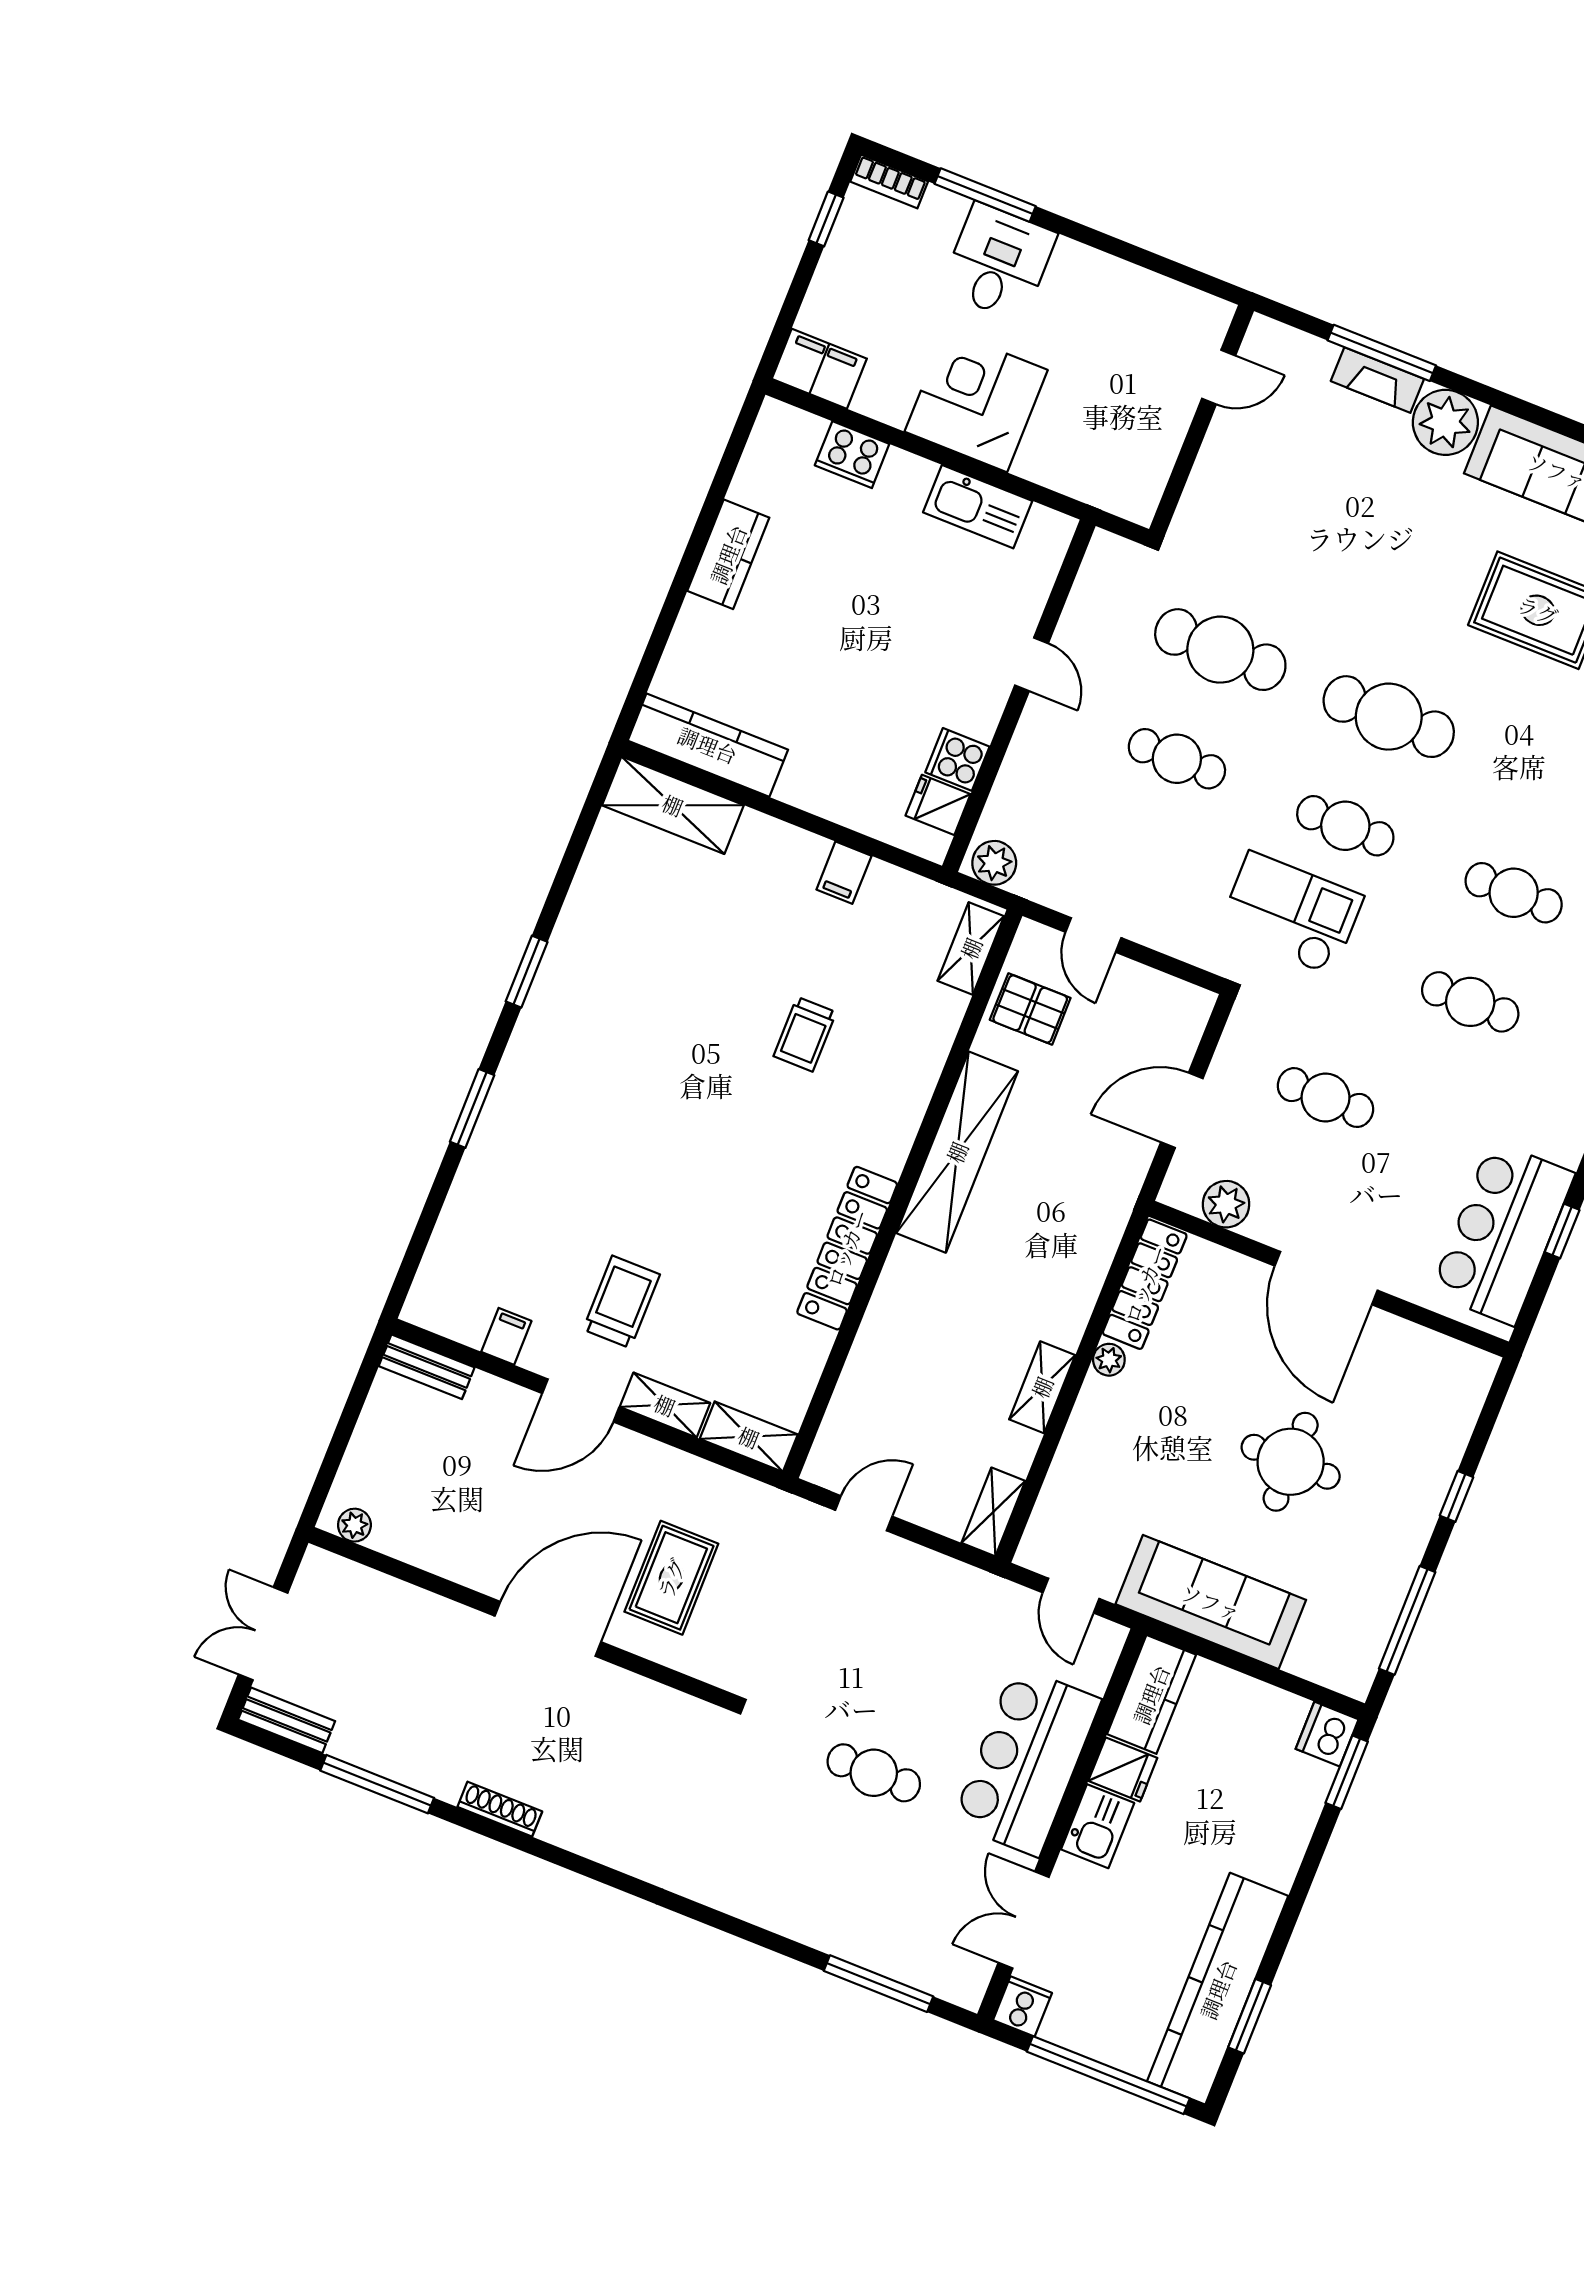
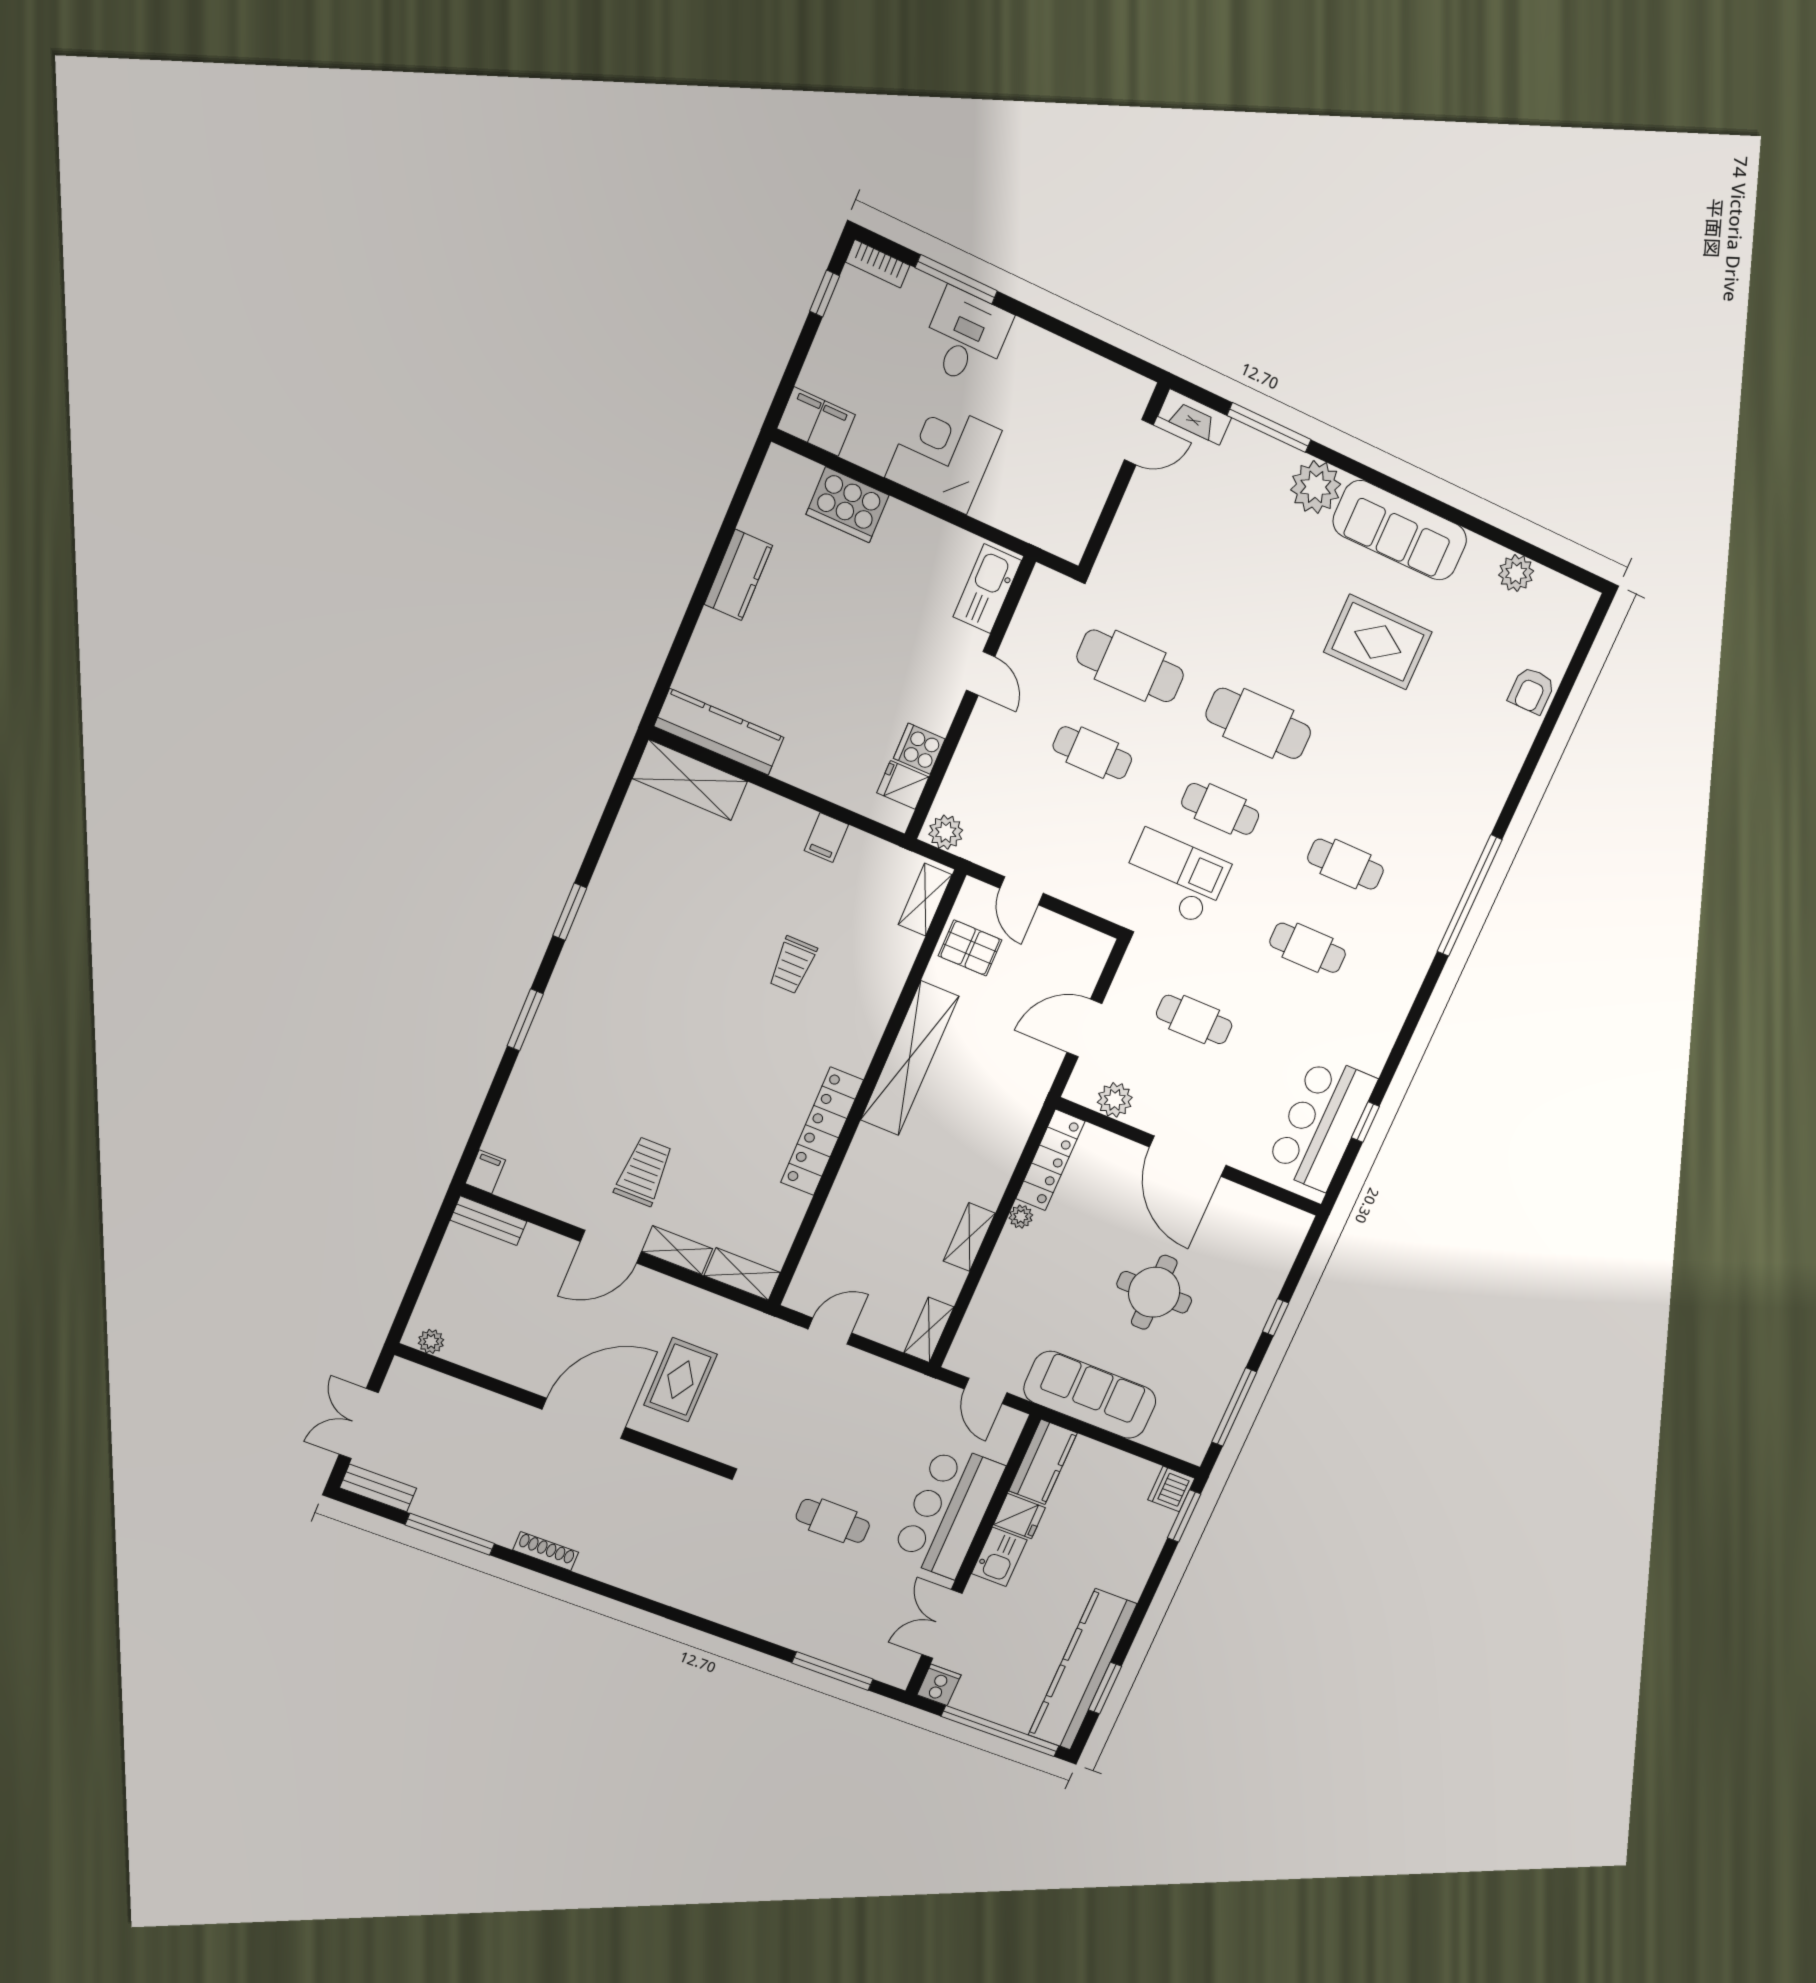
fireplace: (1377, 380) -> (1195, 417), moved
cooker: (852, 455) -> (848, 505), width x1.37, depth x1.31
kitchen sink: (978, 507) -> (987, 589), moved, turned 90
filing cabinet: (506, 1336) -> (485, 1172), moved

